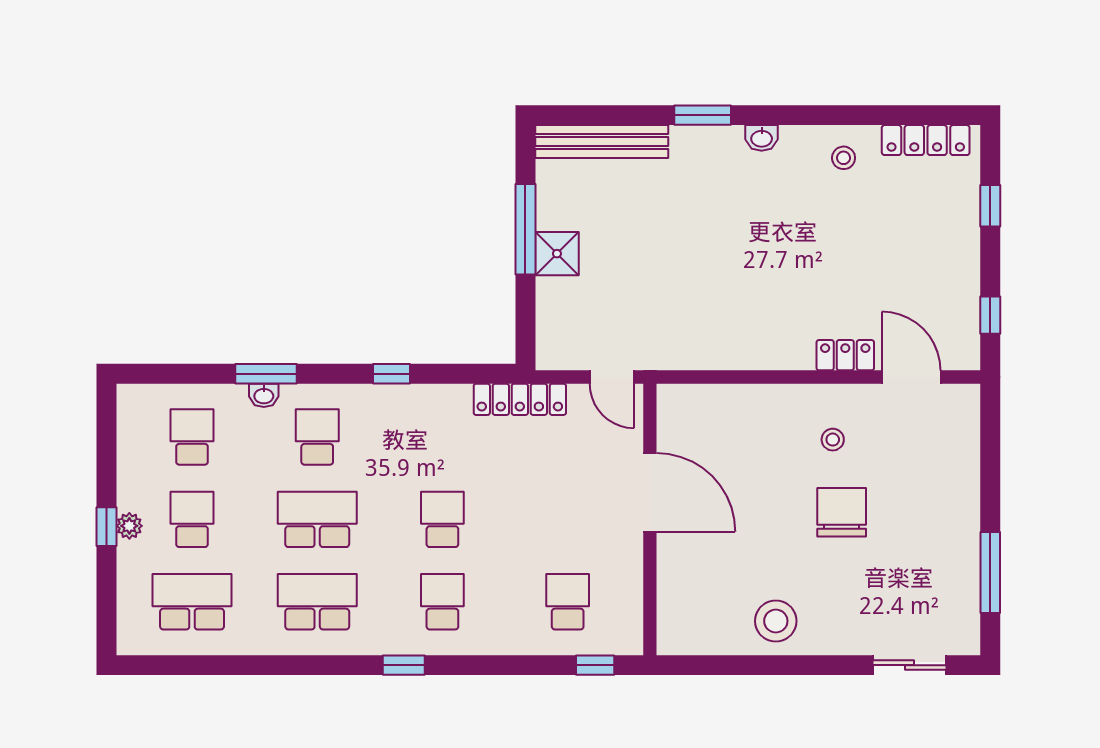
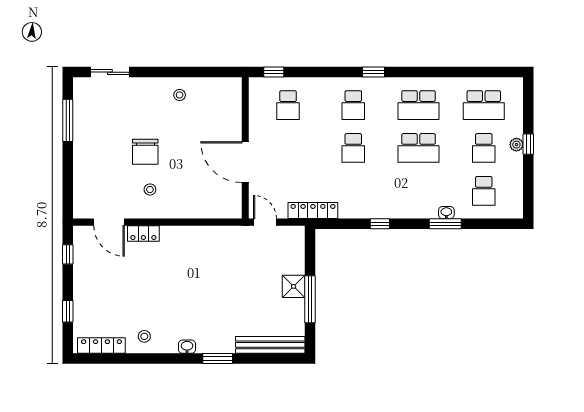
school desk: (317, 437) -> (419, 191), removed
stool: (776, 621) -> (180, 95), width x0.53, depth x0.53

